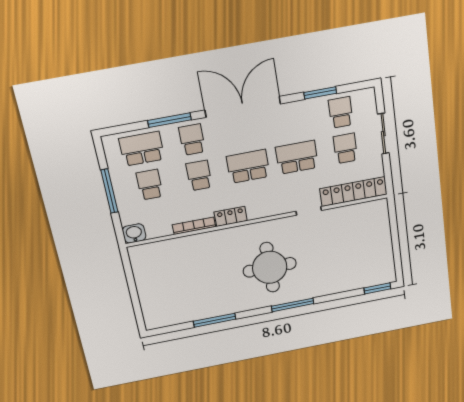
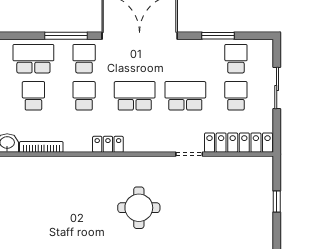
bookcase: (194, 226) -> (41, 147), moved
window: (395, 238) -> (277, 201), added
round table: (270, 267) -> (139, 208), width x0.73, depth x0.73

